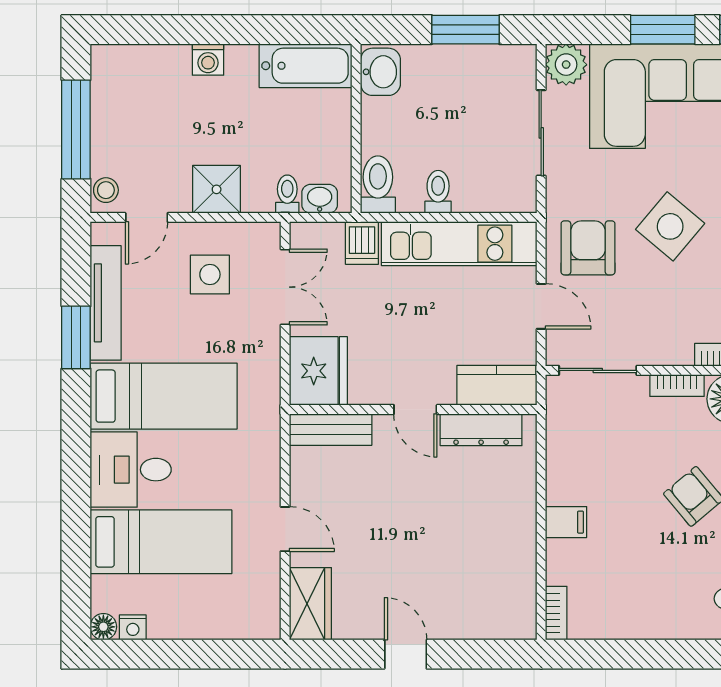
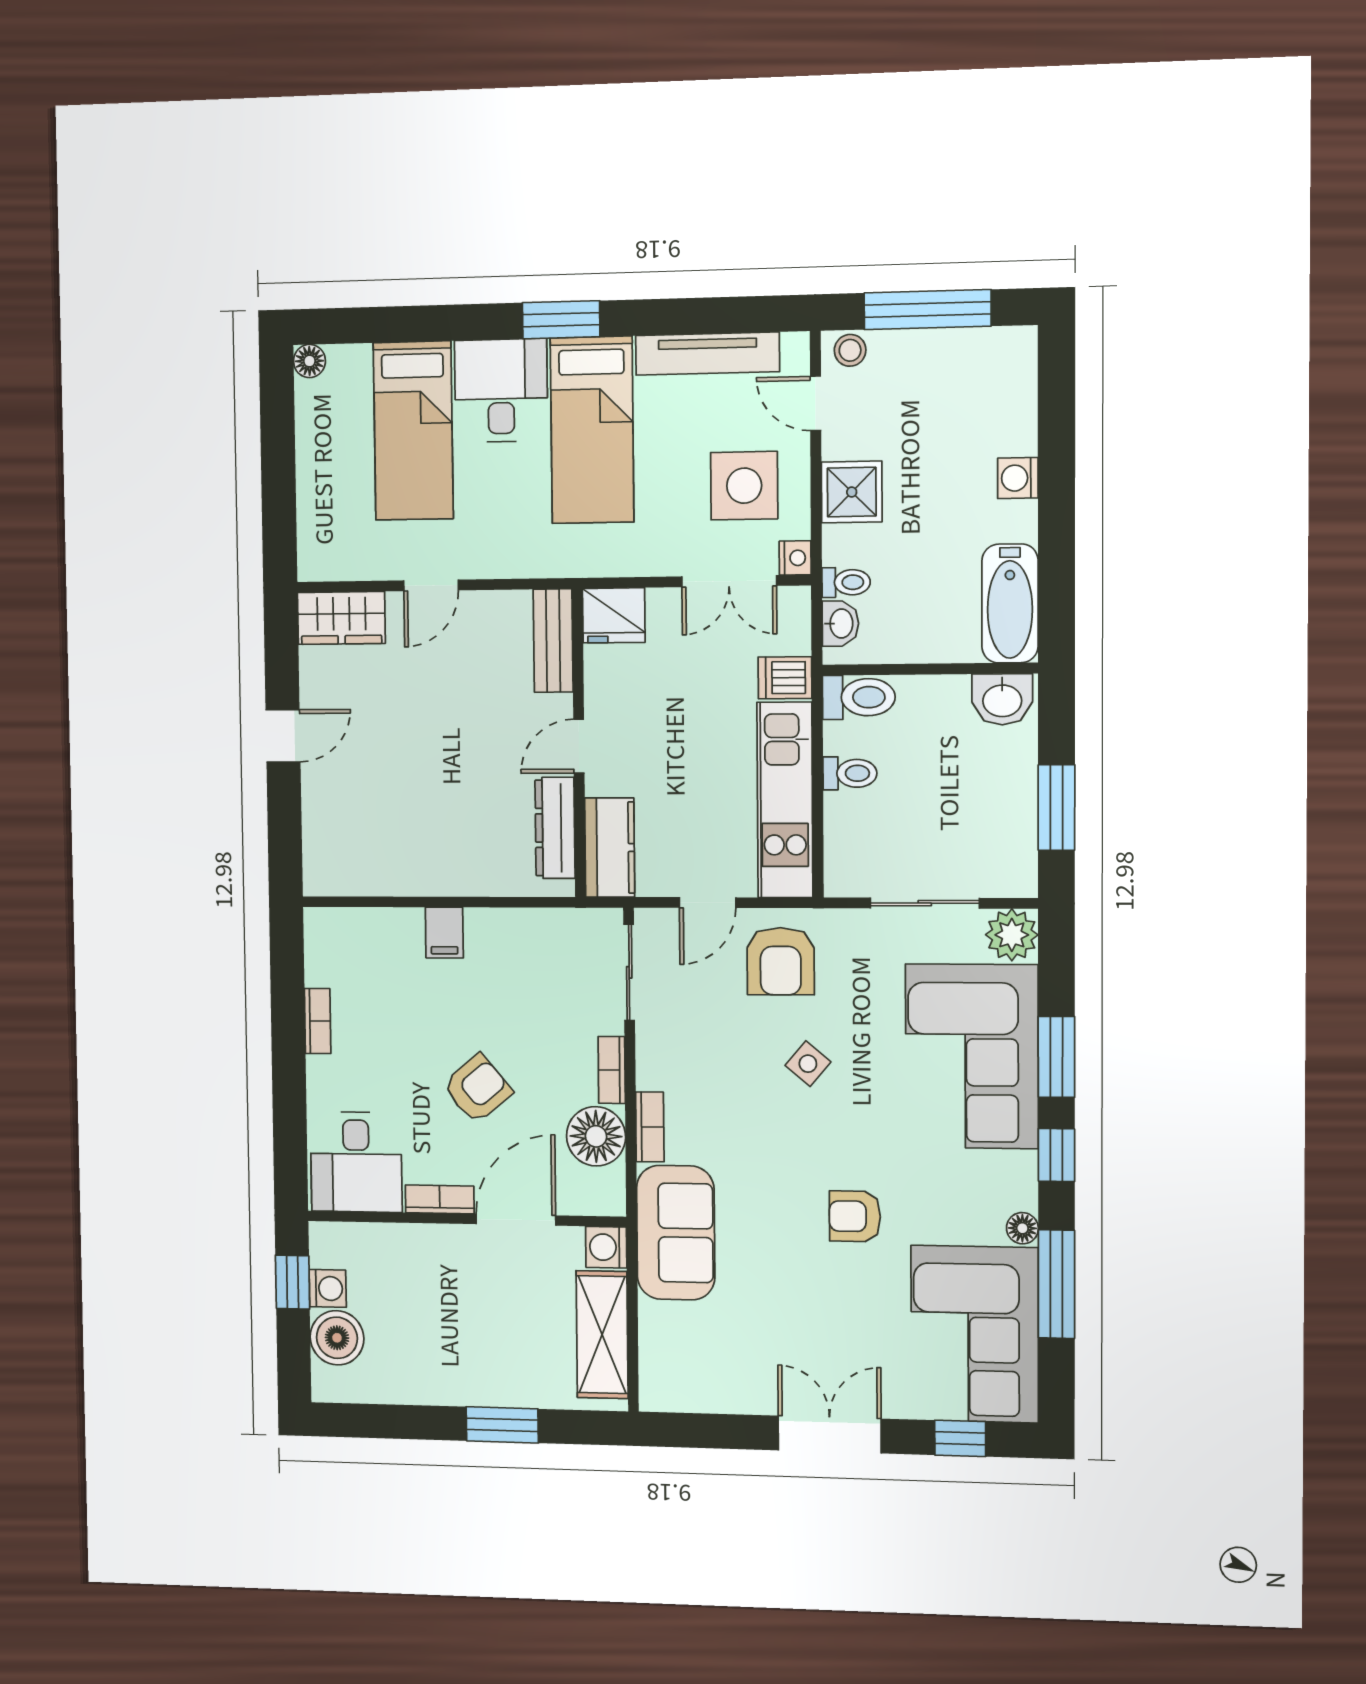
side table: (670, 226) -> (808, 1064), width x0.54, depth x0.54
armchair: (588, 248) -> (781, 961), turned 90
side table: (210, 274) -> (744, 486), width x1.37, depth x1.37
window: (76, 337) -> (561, 320), moved
fridge: (318, 371) -> (614, 615), width x0.73, depth x0.75
bookcase: (556, 613) -> (318, 1021), moved, turned -90
nightstand: (133, 627) -> (795, 558), moved, turned 180

